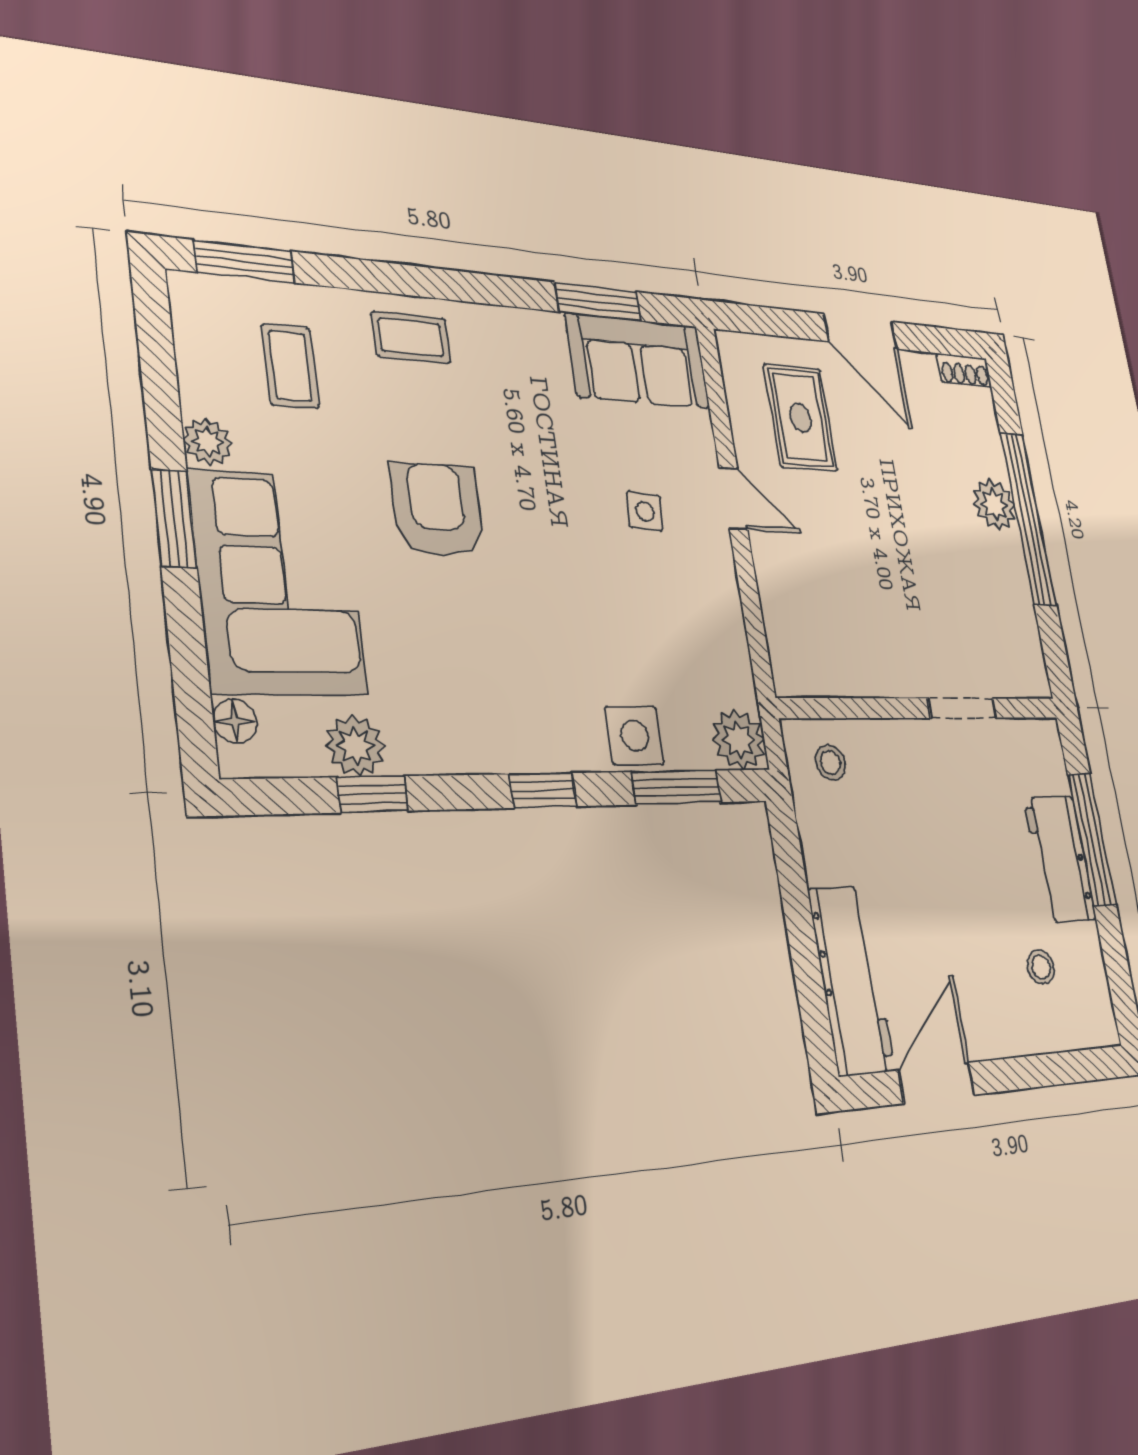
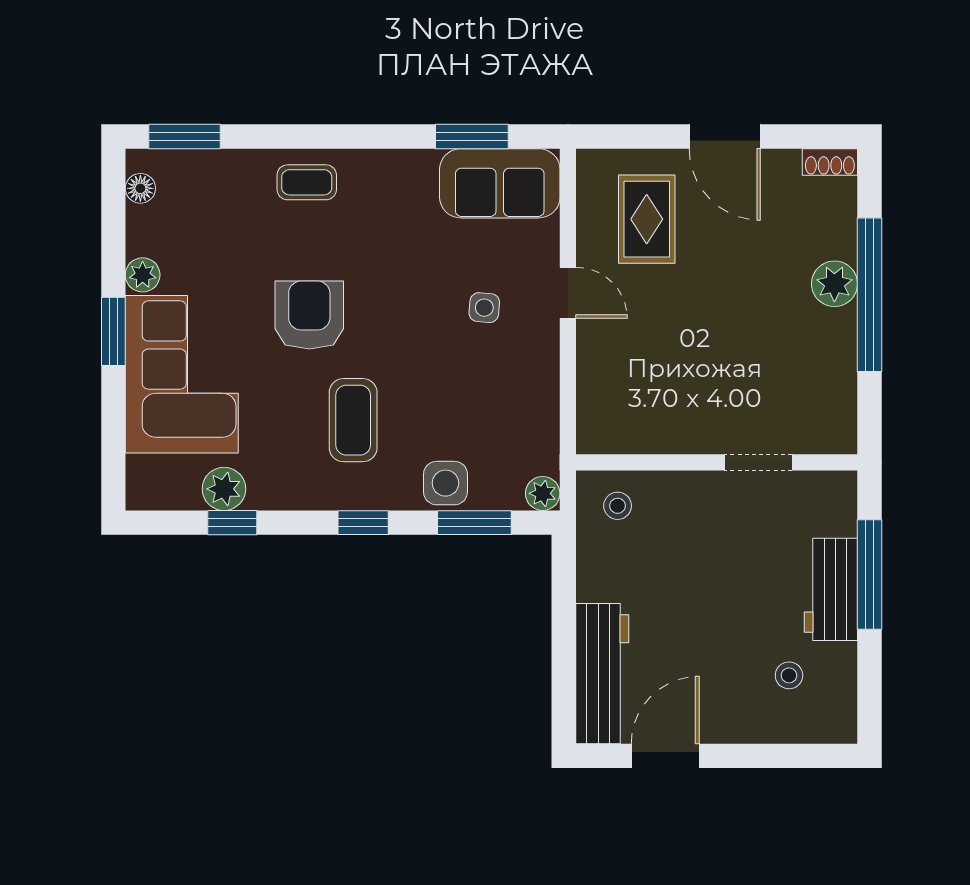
coffee table: (290, 366) -> (353, 420), moved, width x1.36, depth x1.30
floor lamp: (235, 721) -> (140, 188), moved
plant: (739, 740) -> (543, 493), width x0.73, depth x0.73

